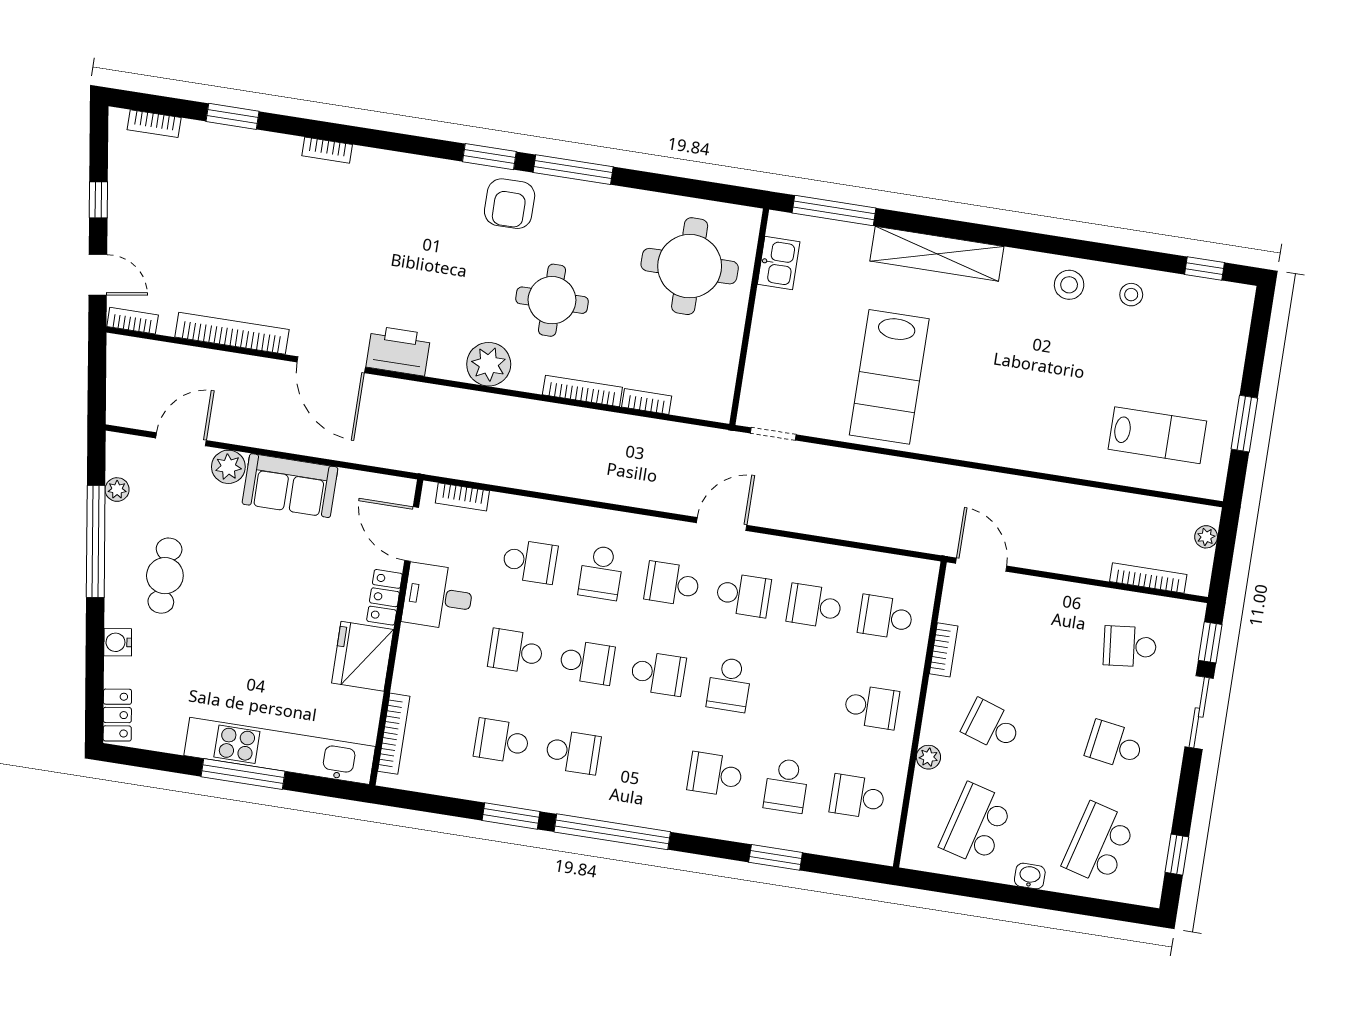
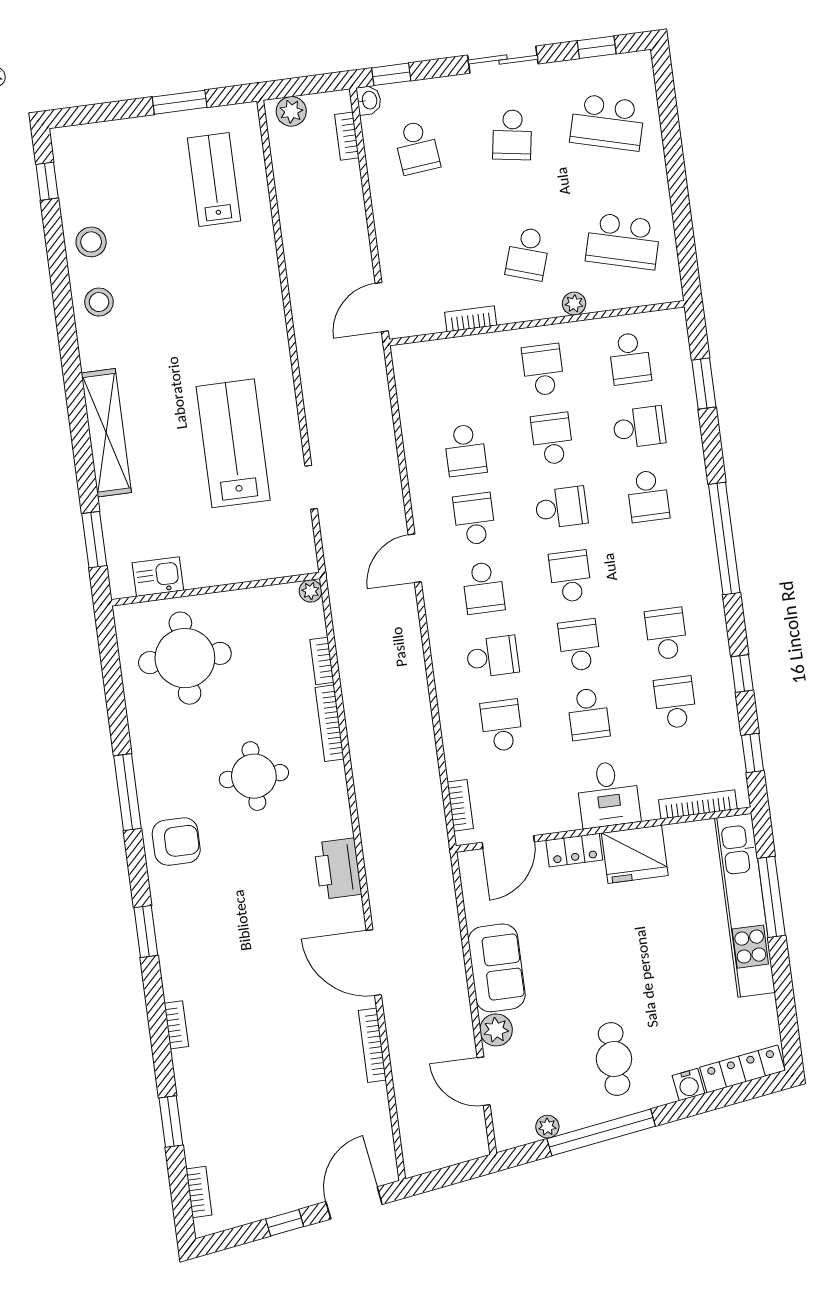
window: (489, 157) -> (146, 932), moved
window: (834, 211) -> (94, 540), width x0.69
door: (98, 275) -> (354, 1203), width x1.38
stool: (1131, 295) -> (91, 242), width x1.37, depth x1.37
bookcase: (133, 321) -> (387, 1158), removed
bookcase: (232, 333) -> (372, 1045), width x0.68, depth x0.76
printer: (398, 351) -> (338, 869), moved
plant: (489, 364) -> (311, 591), moved, width x0.53, depth x0.53
door: (331, 365) -> (374, 963), swing flipped
lab bench: (889, 377) -> (233, 443), turned -90
doorway: (773, 434) -> (311, 487), moved
door: (722, 524) -> (415, 558), hinge flipped
plant: (1206, 537) -> (291, 111), width x1.38, depth x1.38
cafe table: (165, 576) -> (614, 1059), turned 90
bookcase: (1148, 578) -> (347, 136), width x0.64
desk: (438, 597) -> (608, 794), moved
school desk: (886, 617) -> (552, 439), moved, turned 180
sliding door: (1199, 713) -> (503, 60), moved
locker: (117, 715) -> (742, 1069), width x1.53
school desk: (502, 741) -> (675, 703), turned 180
window: (243, 774) -> (771, 897), moved
window: (429, 803) -> (753, 753), added
window: (511, 816) -> (742, 674), width x0.67
window: (612, 832) -> (724, 538), moved
window: (776, 857) -> (704, 383), moved
washbasin: (1030, 876) -> (369, 100), moved, turned 180

